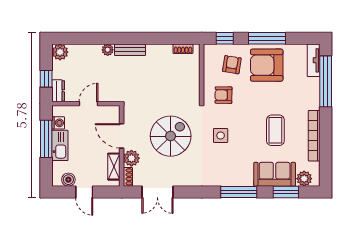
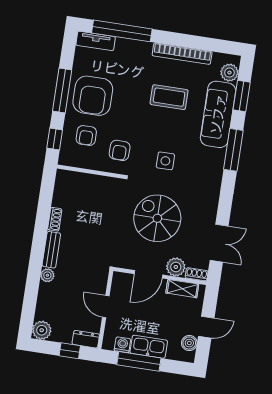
shoe rack: (183, 49) -> (55, 219), moved
armchair: (232, 65) -> (86, 135), turned -99
sofa: (275, 174) -> (218, 114), width x1.36

